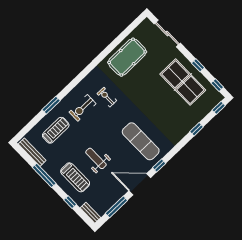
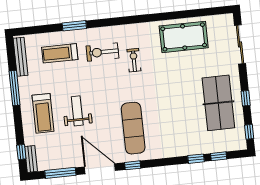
window: (219, 108) -> (219, 156), moved
treadmill: (56, 130) -> (60, 53), turned 180
window: (70, 202) -> (21, 152), moved

